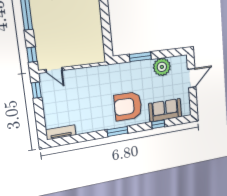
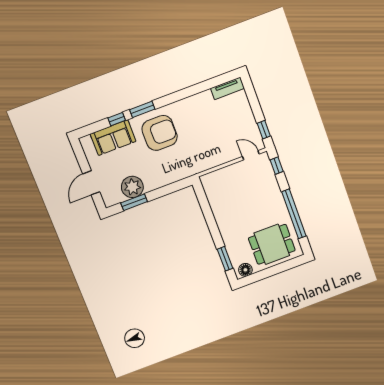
window: (140, 57) -> (134, 202), moved
window: (117, 131) -> (142, 109), moved

